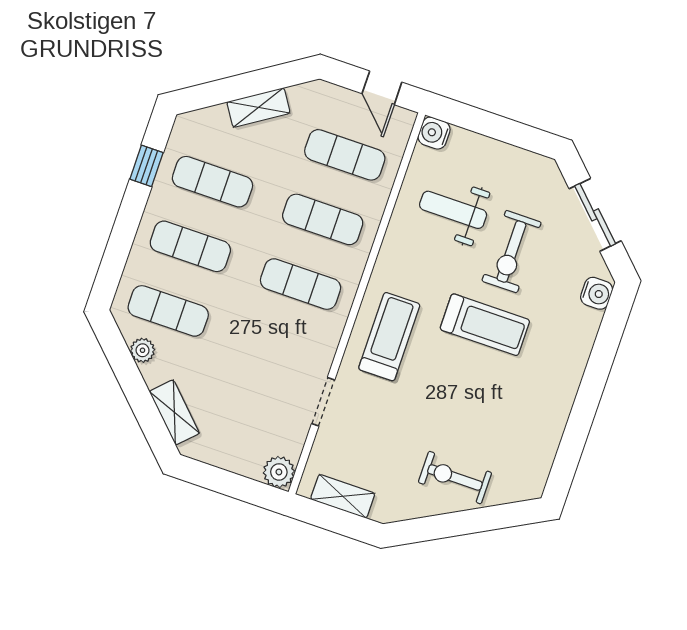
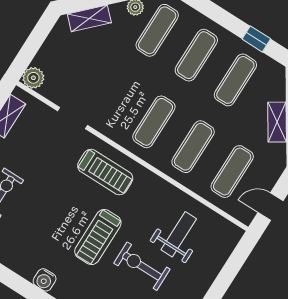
water cooler: (434, 133) -> (45, 280), moved, turned 180

